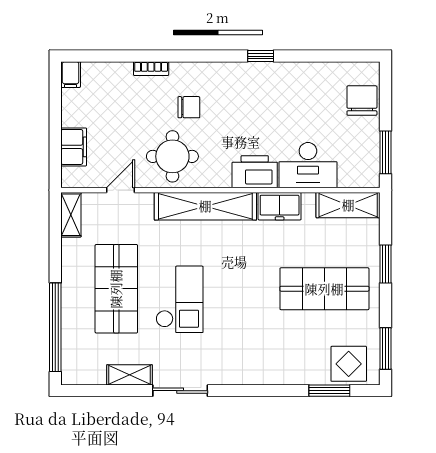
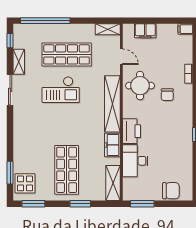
window: (92, 391) -> (10, 41), added

